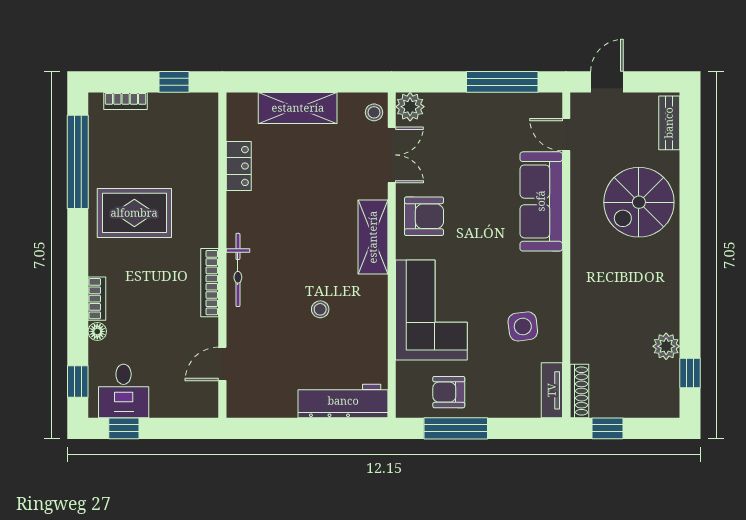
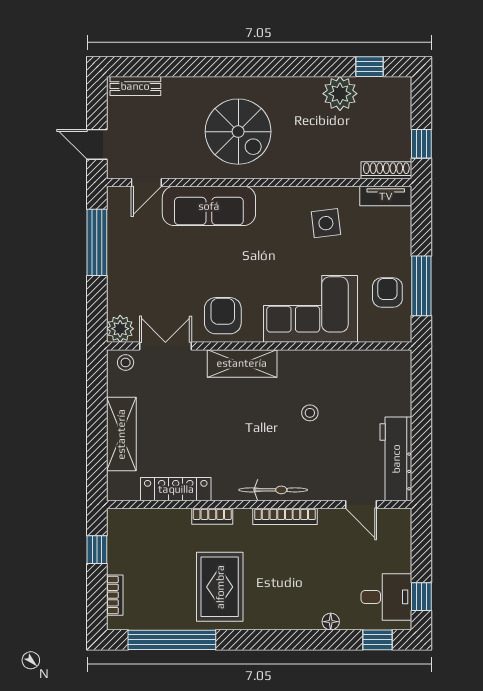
locker: (239, 166) -> (176, 489), width x1.53
spiral stairs: (639, 202) -> (238, 132), moved
bookcase: (97, 299) -> (212, 516), moved, turned 180
plant: (666, 346) -> (340, 94), width x1.36, depth x1.36
armchair: (449, 392) -> (387, 292), turned 180
workbench: (343, 401) -> (396, 459), moved

